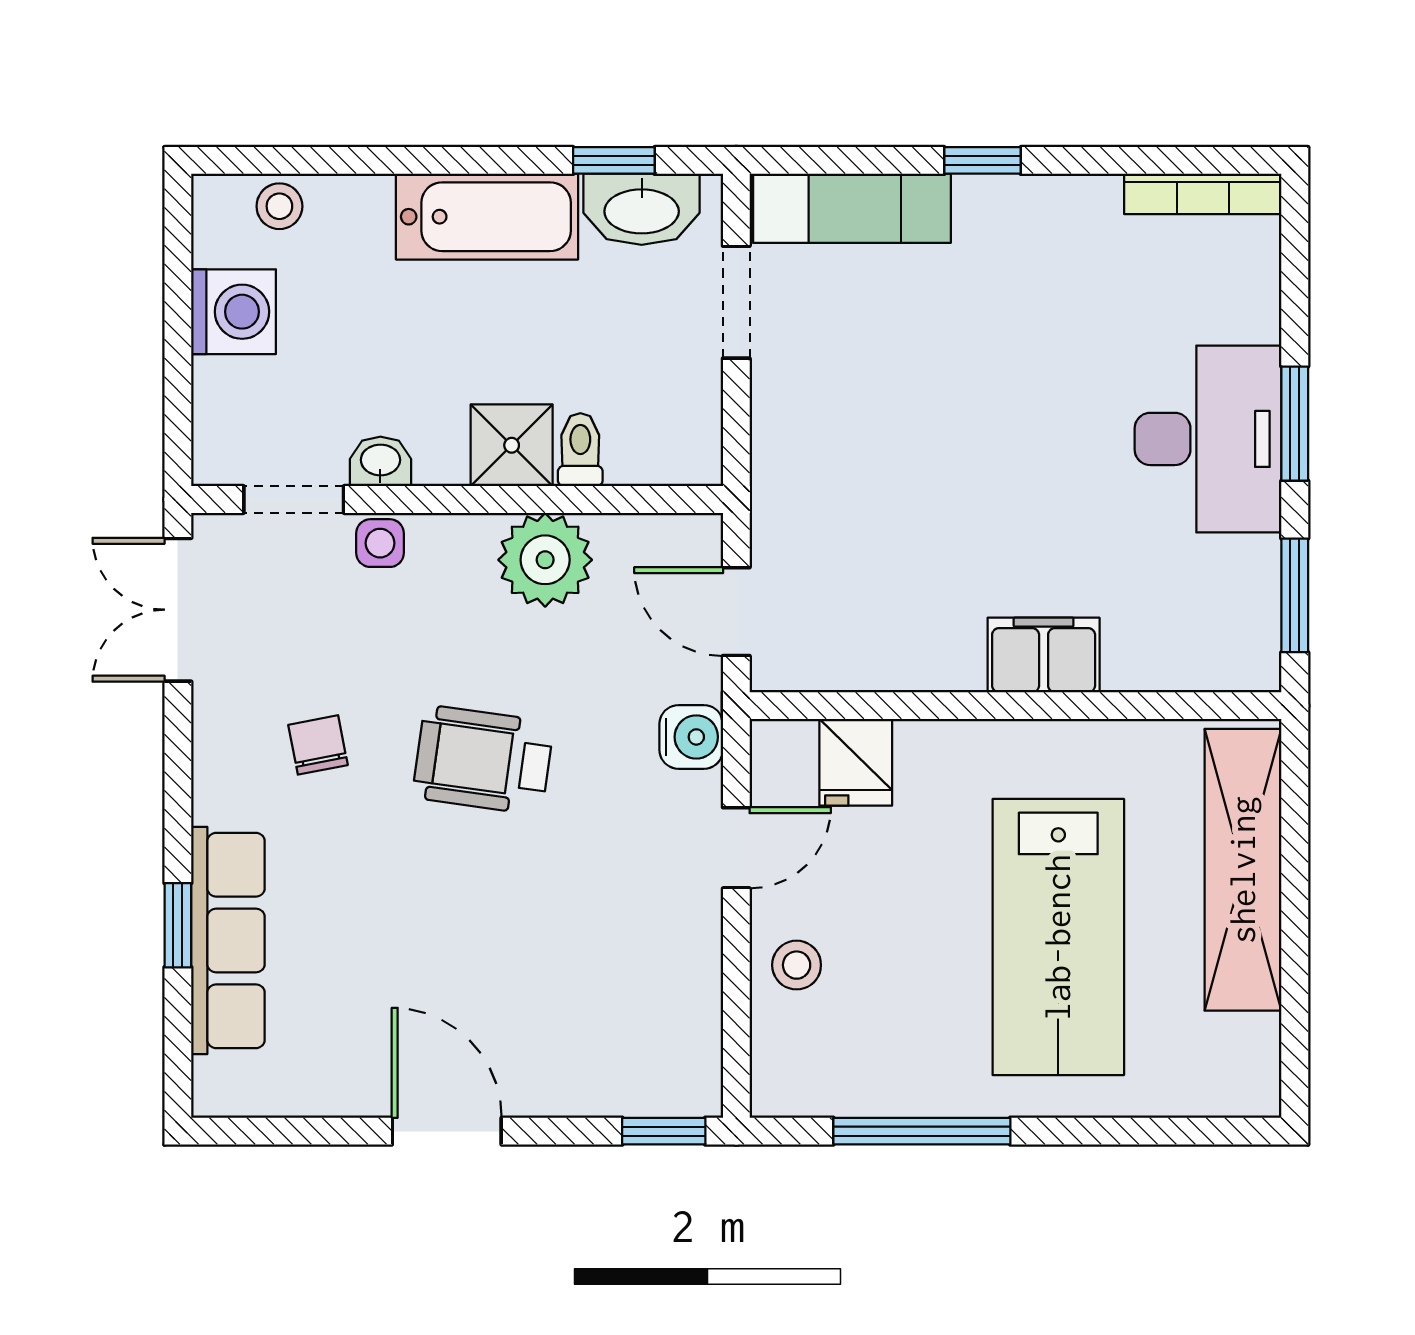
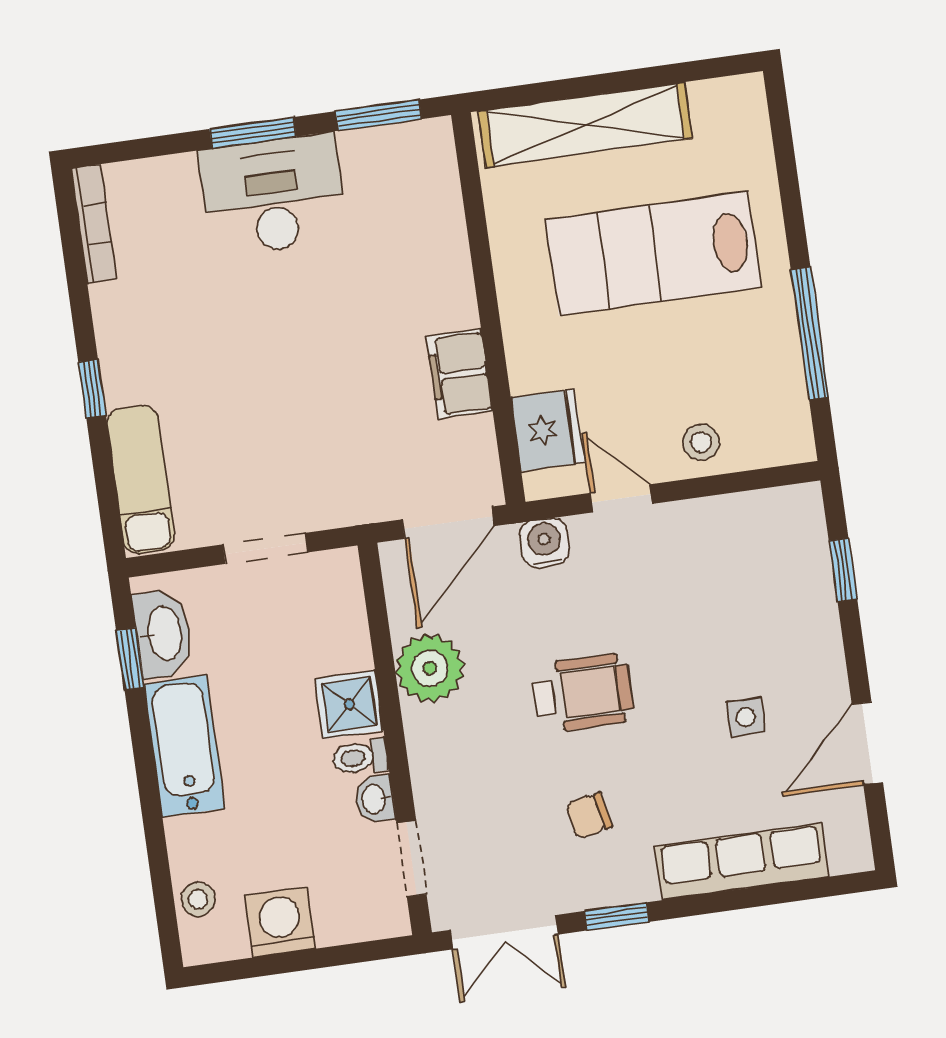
doorway: (736, 302) -> (265, 548), moved
toilet: (580, 450) -> (360, 757), moved
side table: (380, 543) -> (746, 717), moved
door: (736, 612) -> (448, 523), width x1.38
filing cabinet: (1044, 655) -> (460, 374), moved
wheelchair: (483, 760) -> (583, 693), turned -98
fridge: (856, 762) -> (548, 430), width x1.38
window: (178, 925) -> (617, 916), moved
lab bench: (1058, 937) -> (653, 253), turned 180
door: (447, 1131) -> (867, 743), moved
window: (664, 1131) -> (843, 570), moved

